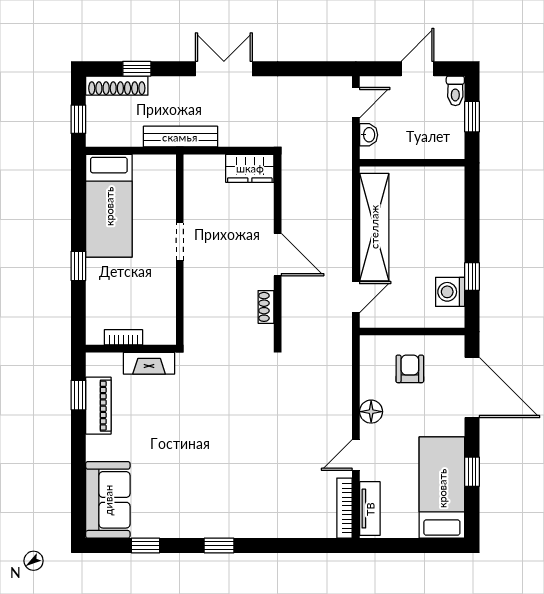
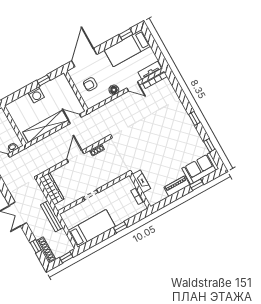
wardrobe: (250, 168) -> (52, 189), width x1.50
washing machine: (450, 292) -> (36, 95), moved
window: (78, 395) -> (197, 185), moved
piano: (98, 406) -> (177, 186), moved
window: (472, 472) -> (126, 34), moved

